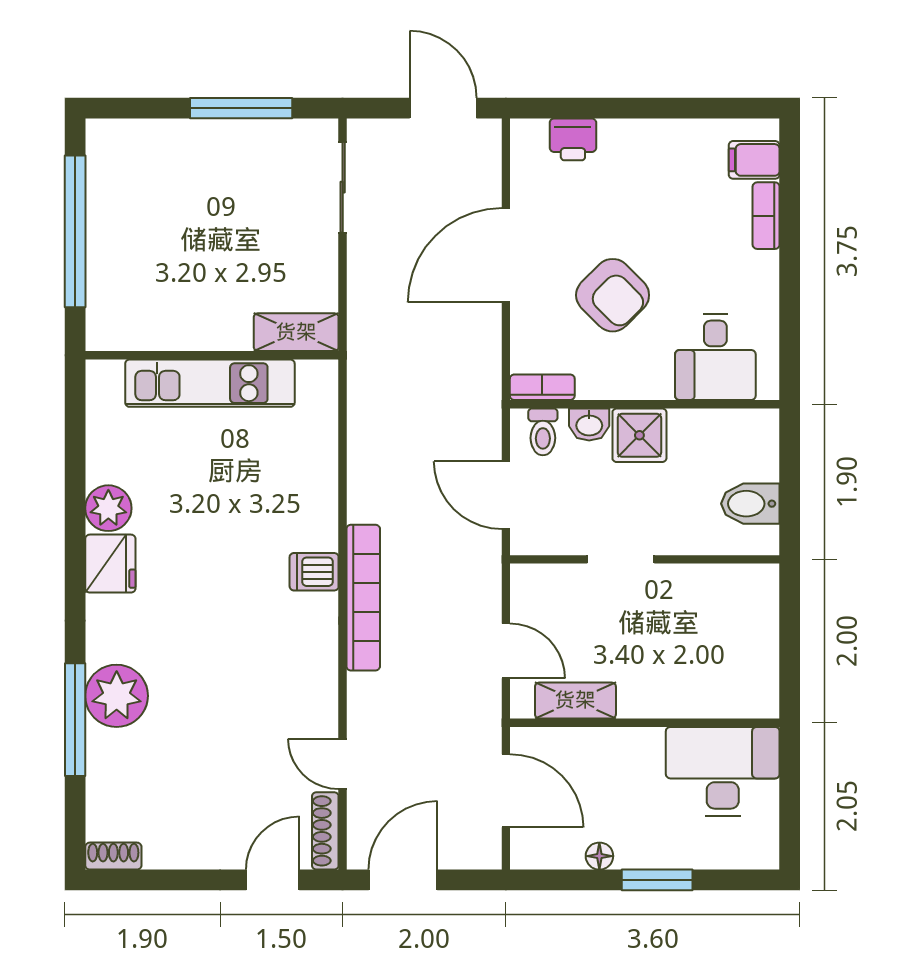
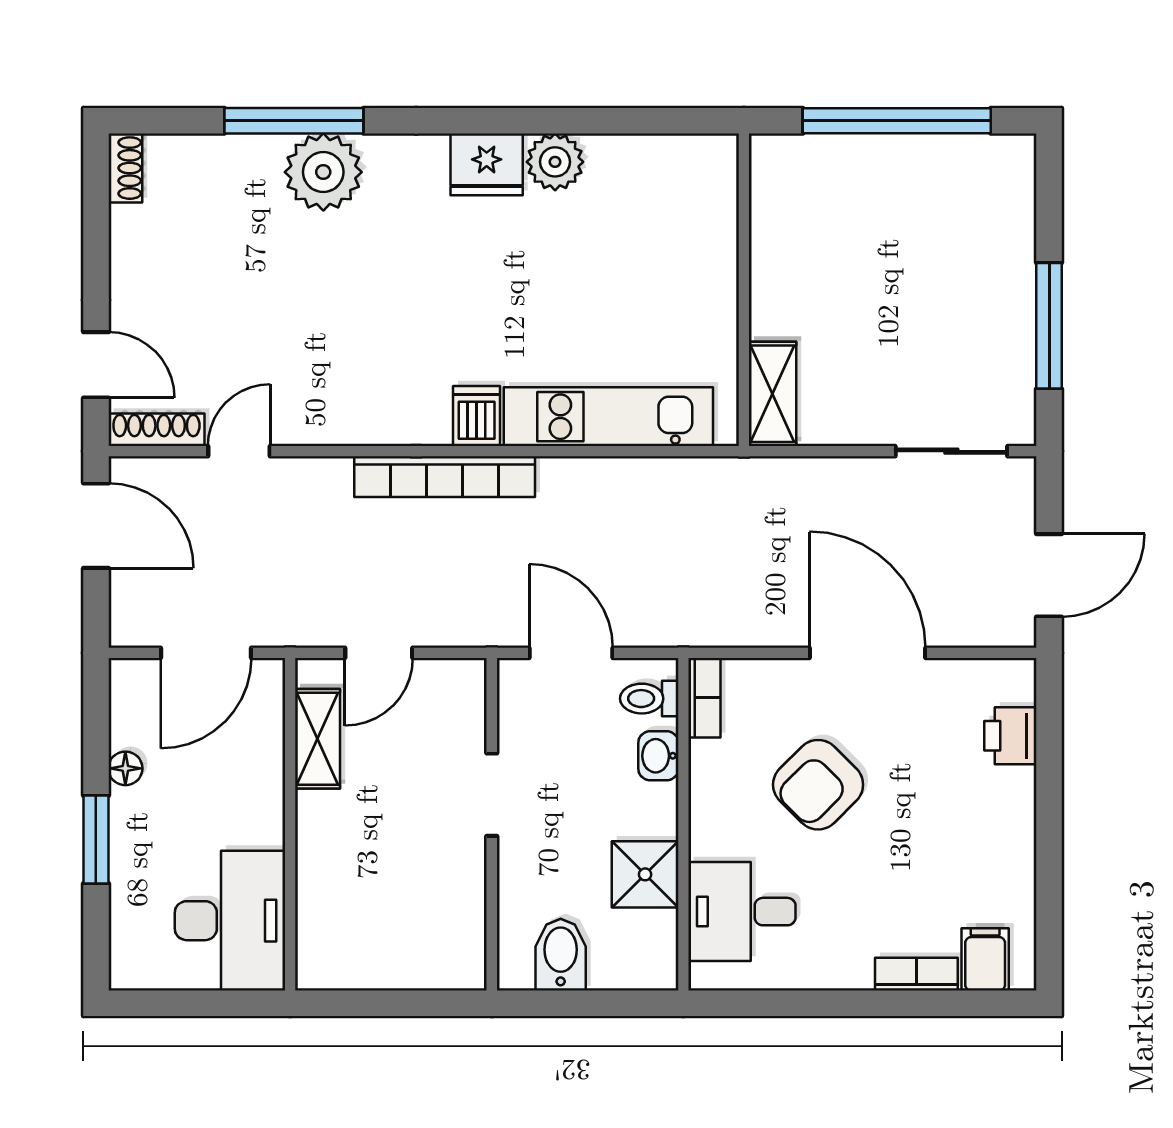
kitchen unit: (210, 383) -> (608, 417), moved, turned 90
shower: (639, 435) -> (645, 874), moved
door: (506, 495) -> (571, 653), hinge flipped

